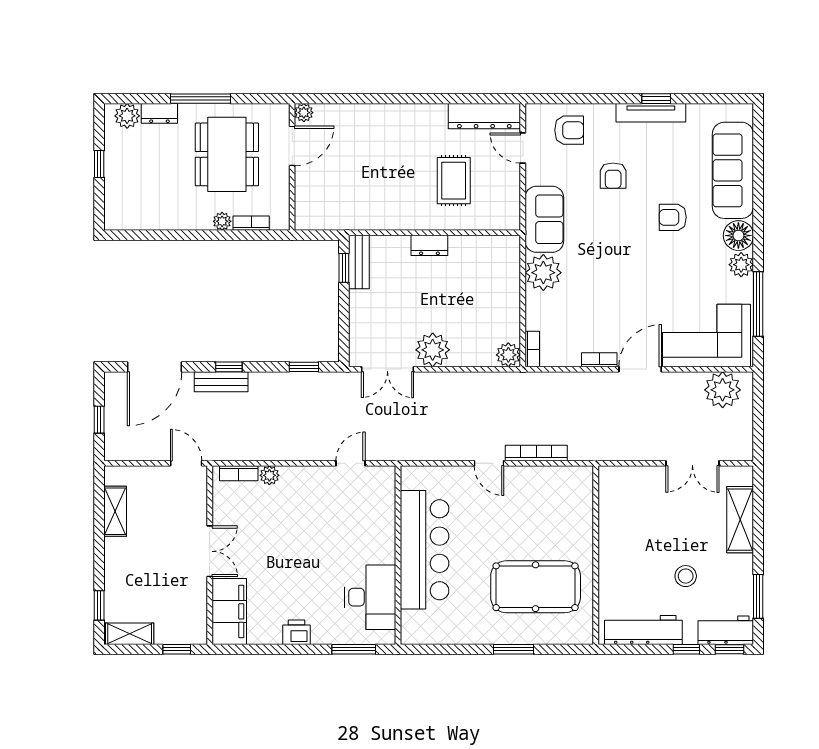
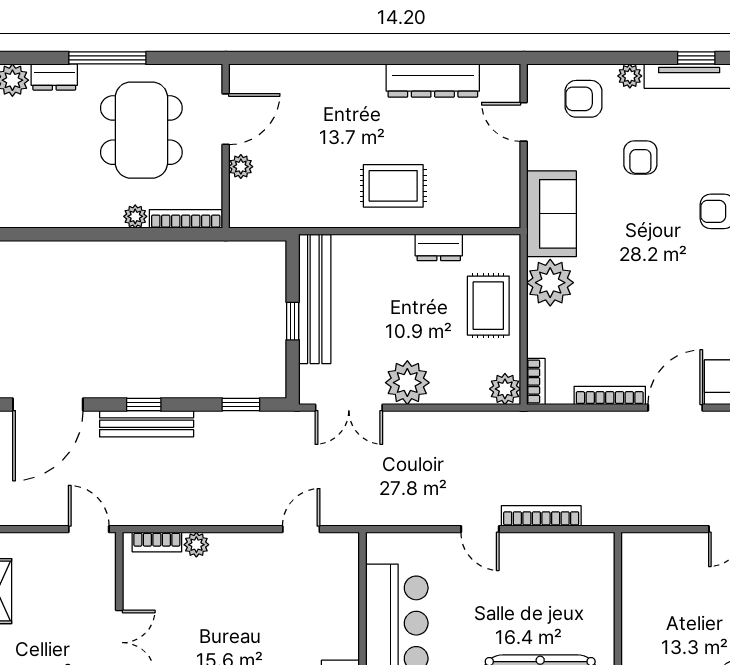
plant: (304, 113) -> (241, 167), moved
plant: (605, 113) -> (630, 76), added
dresser: (484, 116) -> (433, 81), moved
armchair: (569, 130) -> (583, 99), turned 180
rug: (454, 181) -> (393, 186), moved, turned 90
bookcase: (251, 223) -> (186, 219), width x1.56
dresser: (429, 245) -> (439, 247), moved
bench: (359, 262) -> (315, 299), width x1.86, depth x1.21
window: (344, 268) -> (293, 321), moved
rug: (495, 290) -> (488, 306), added
bookcase: (599, 360) -> (610, 395), width x1.56
bench: (221, 382) -> (147, 424), width x1.36

